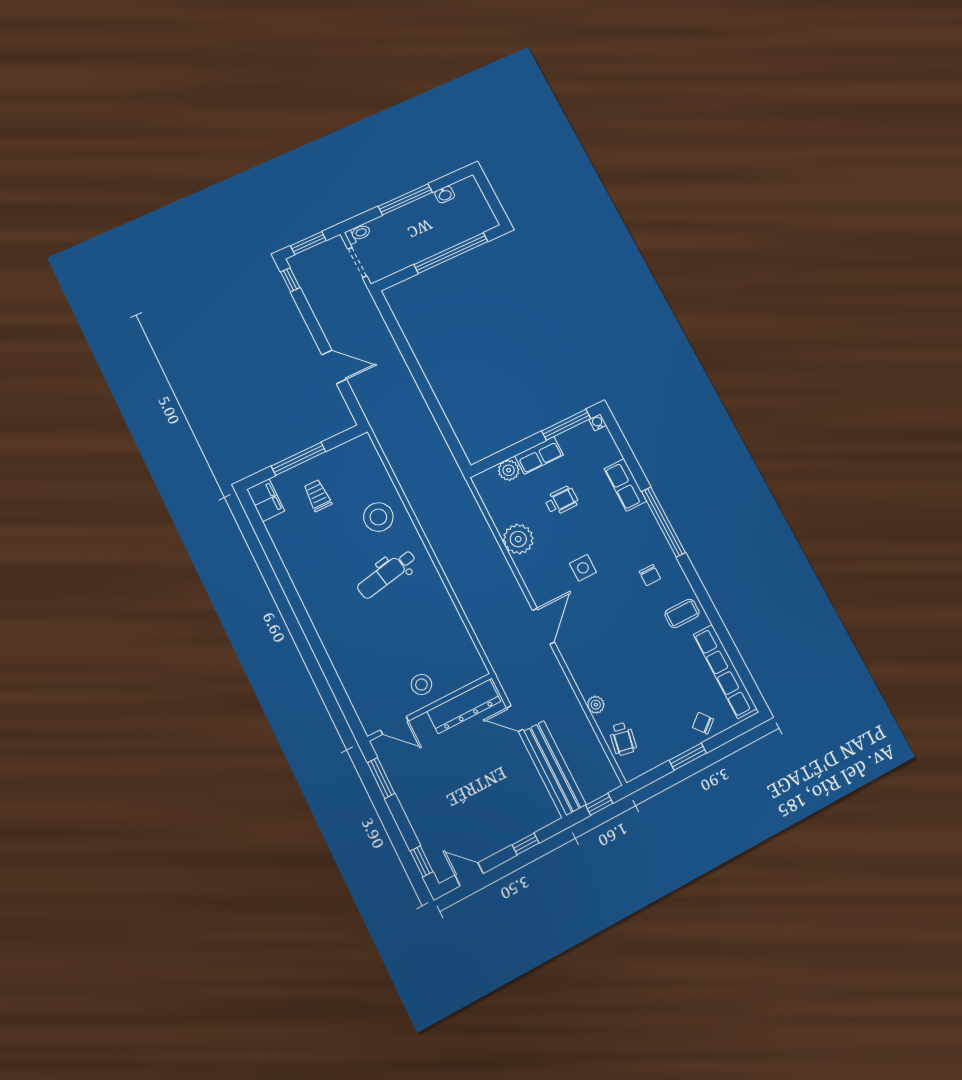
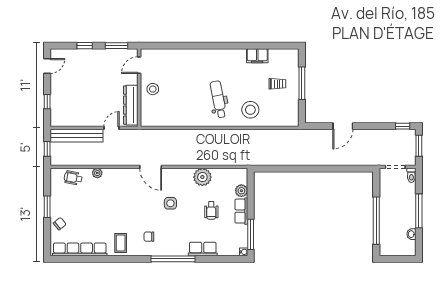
filing cabinet: (266, 500) -> (257, 56), moved
window: (422, 861) -> (85, 46), moved

